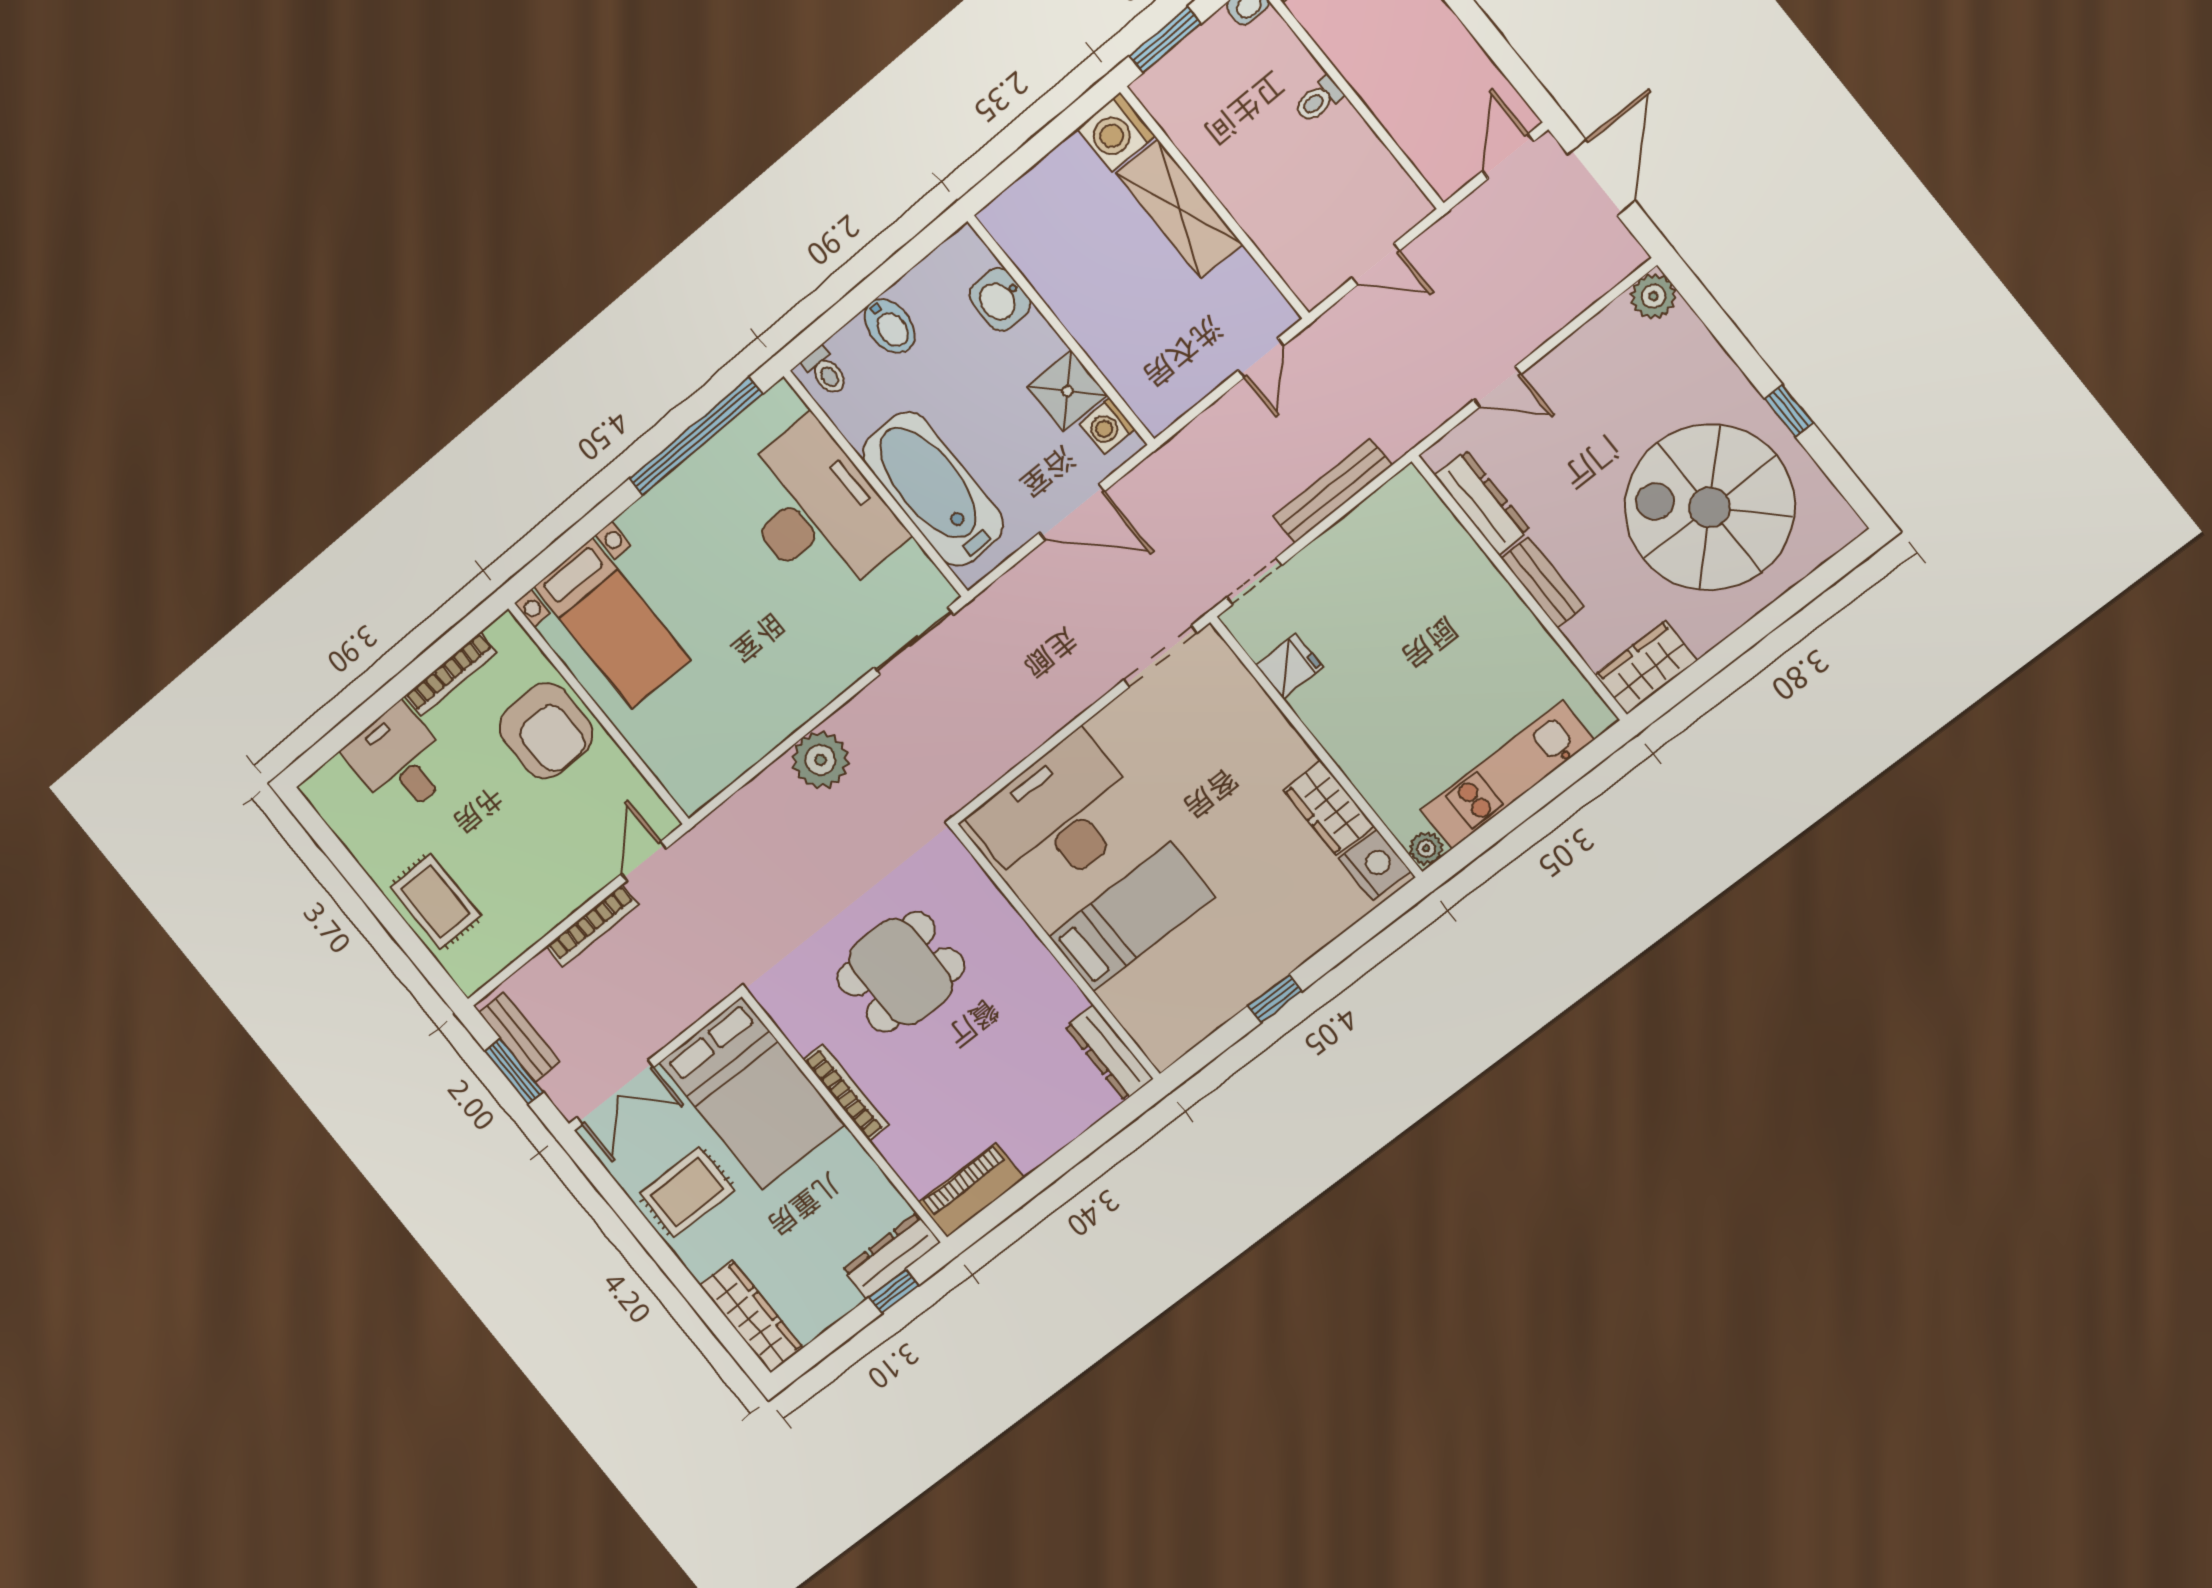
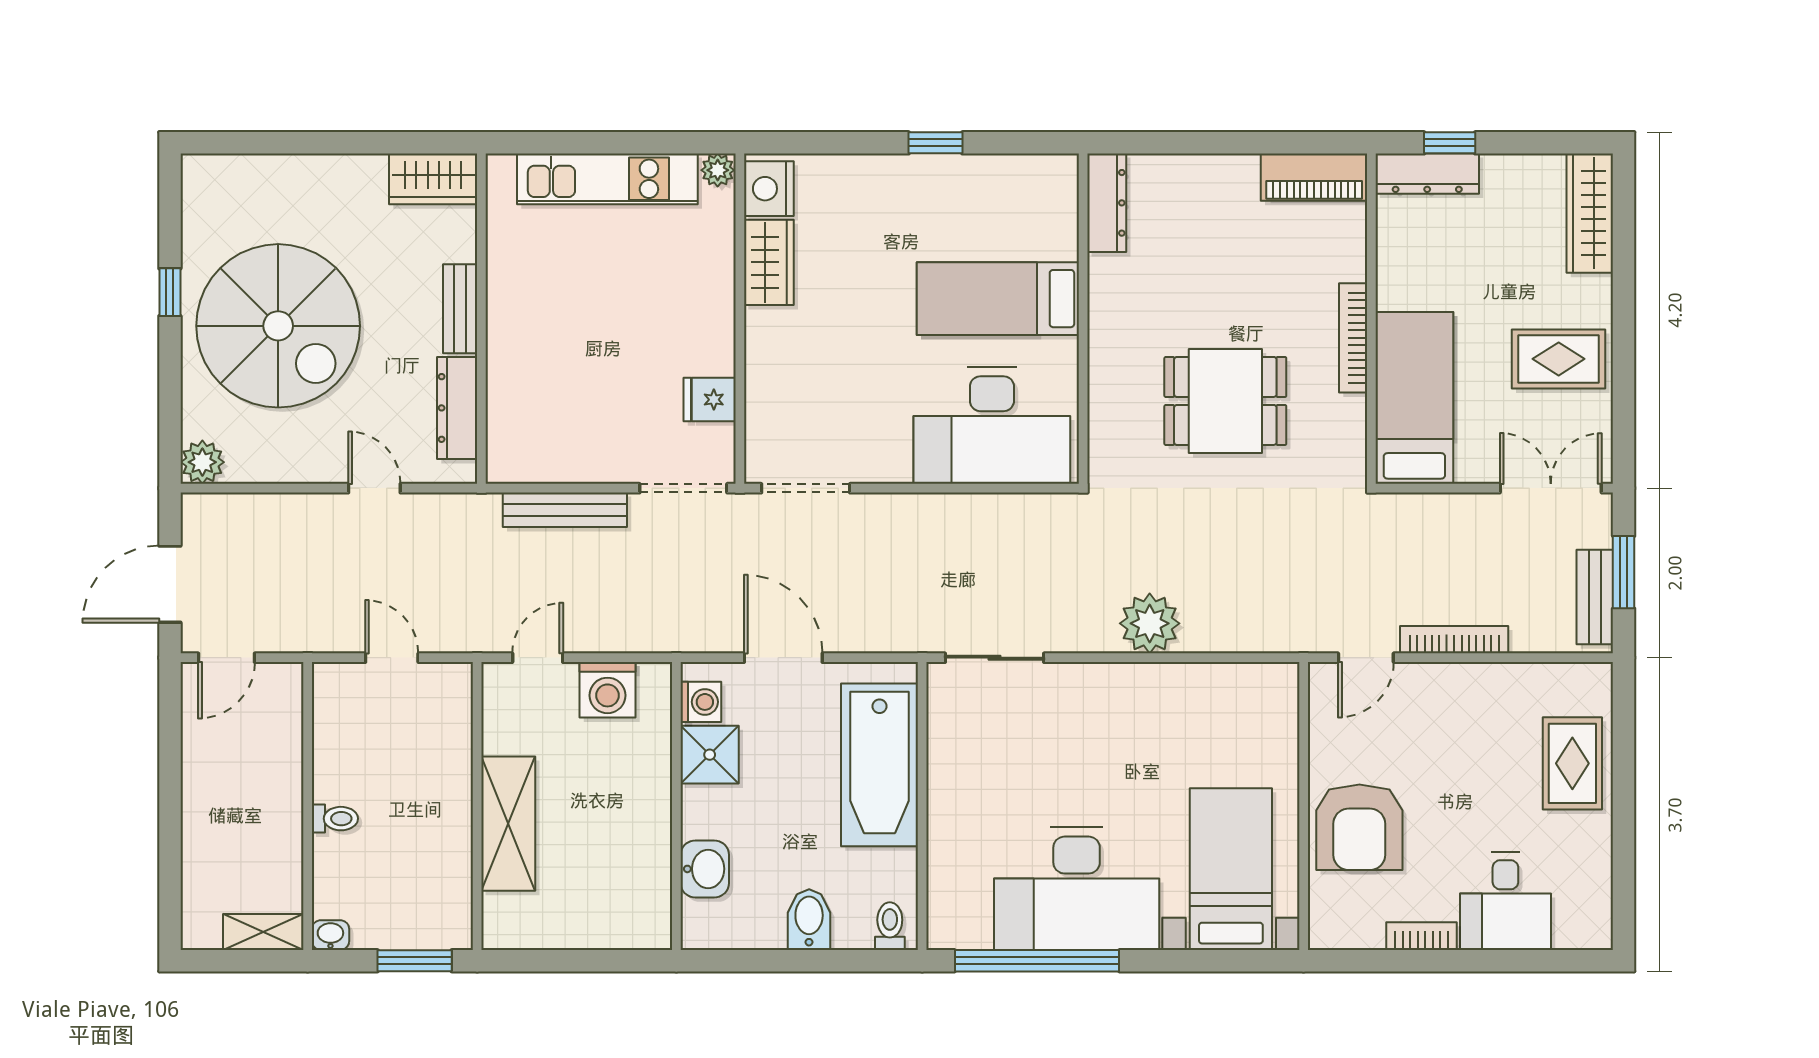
washing machine: (1116, 132) -> (607, 690), moved, turned 90
spiral stairs: (1710, 507) -> (278, 326), moved
desk: (816, 511) -> (1077, 888), moved, turned -90
doorway: (1254, 581) -> (683, 488), width x1.38
bookcase: (451, 674) -> (1422, 936), width x0.64
armchair: (546, 731) -> (1359, 827), turned 180
bed: (752, 1093) -> (1414, 398), width x0.67

